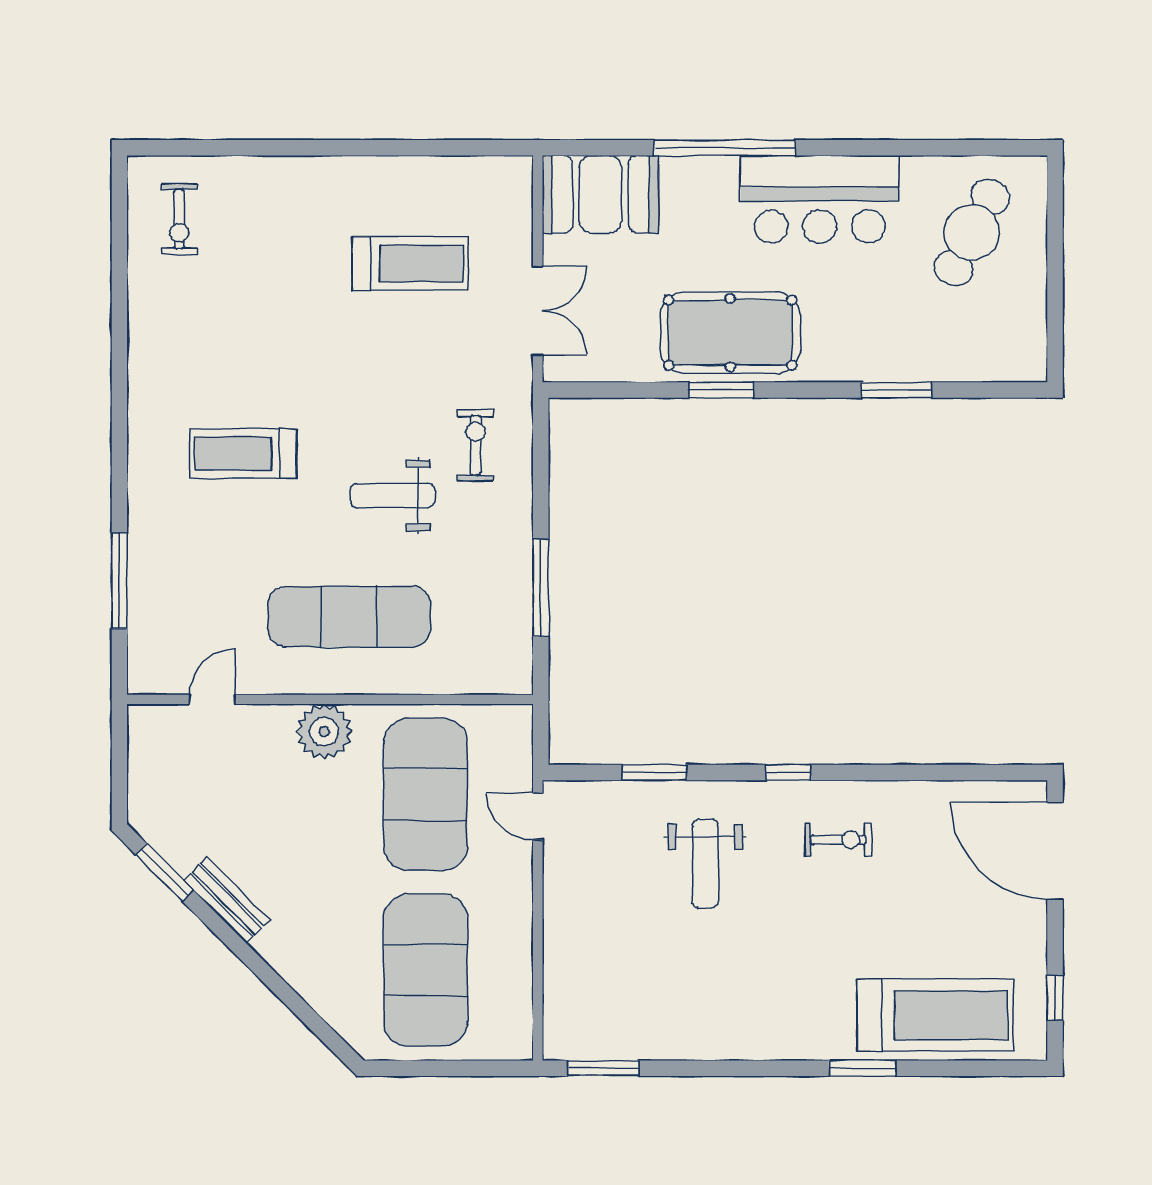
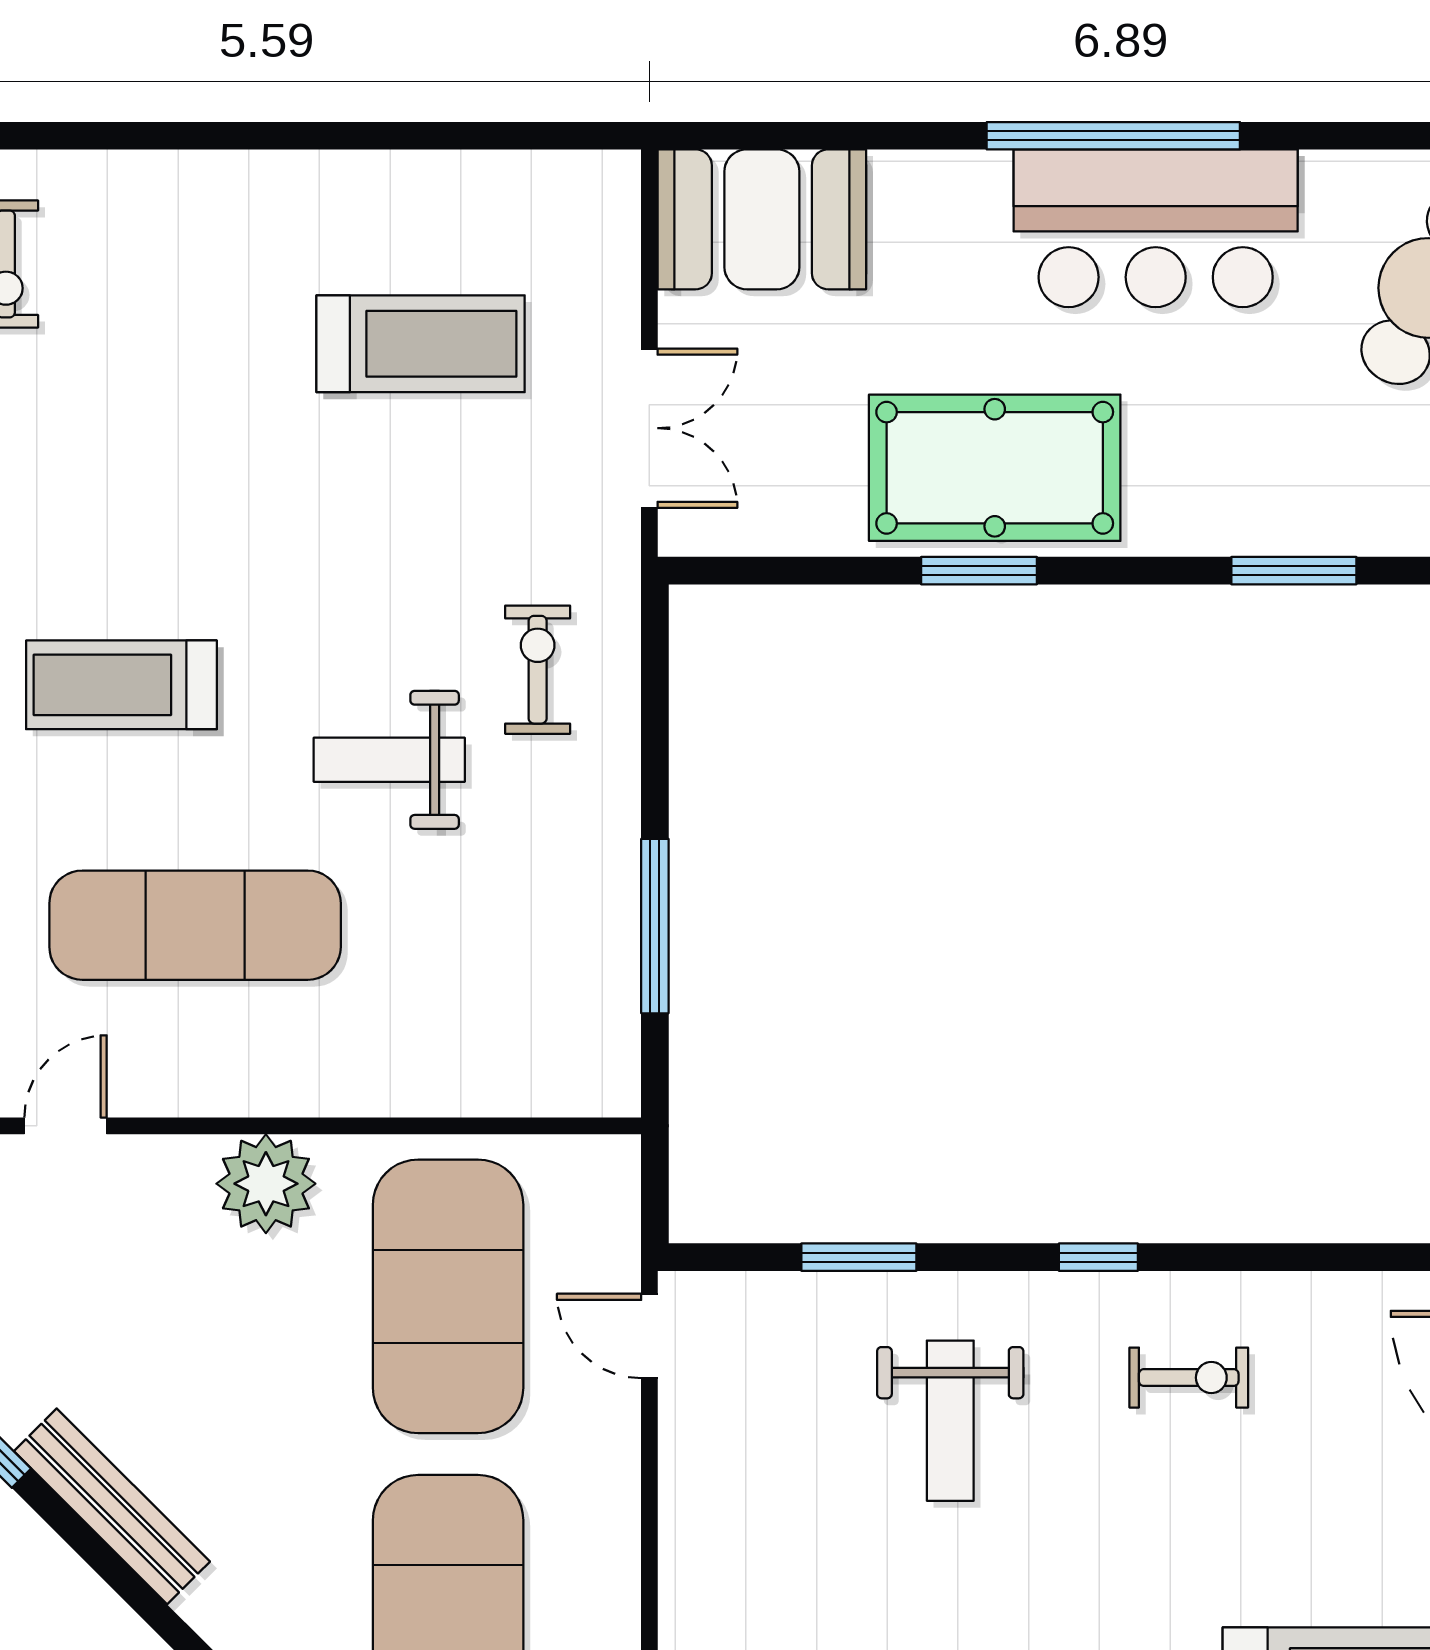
window: (725, 148) -> (1113, 136), moved
exercise mat: (349, 617) -> (195, 925), moved
bench: (227, 900) -> (112, 1506), width x1.36

